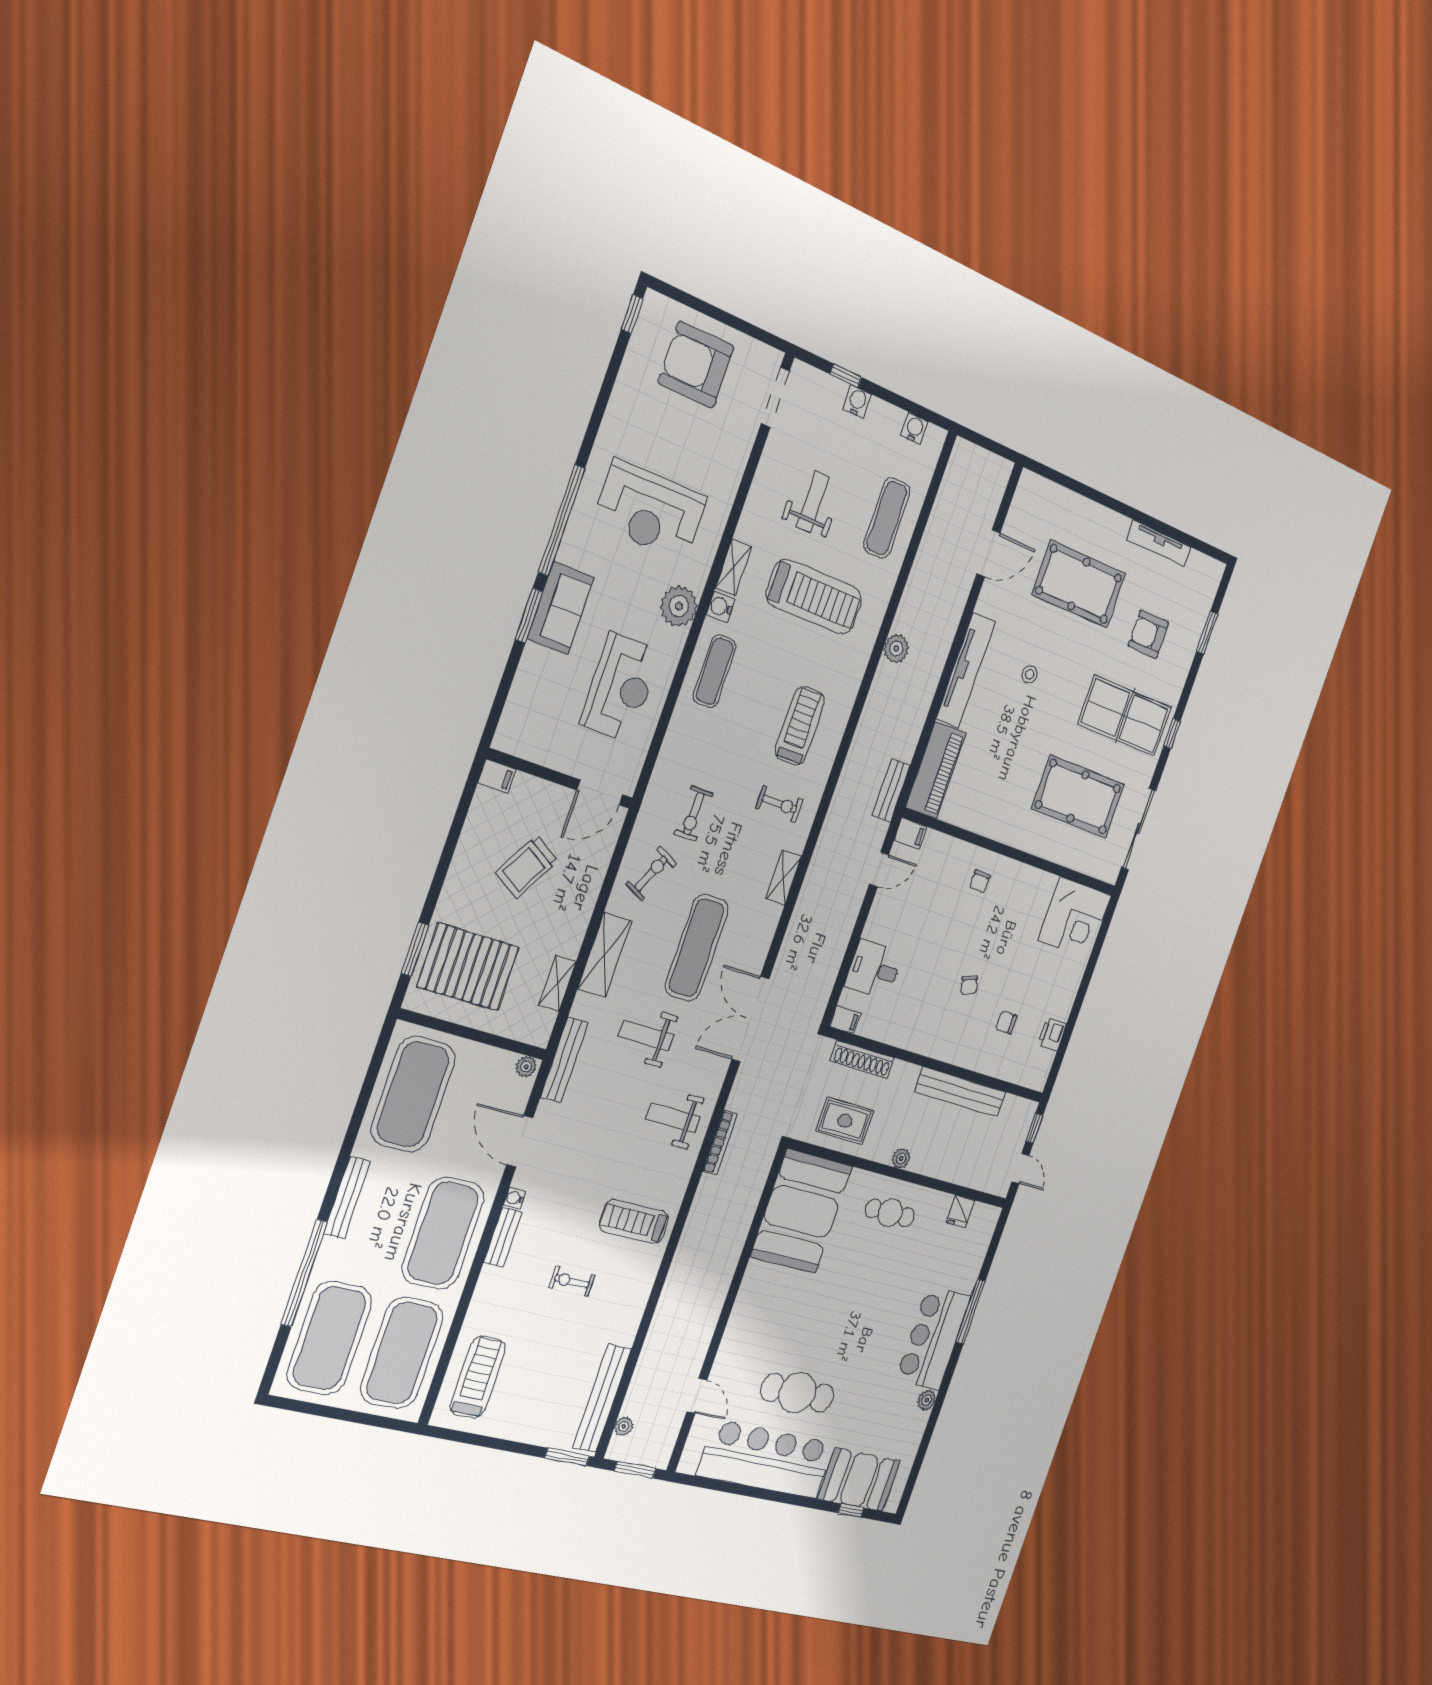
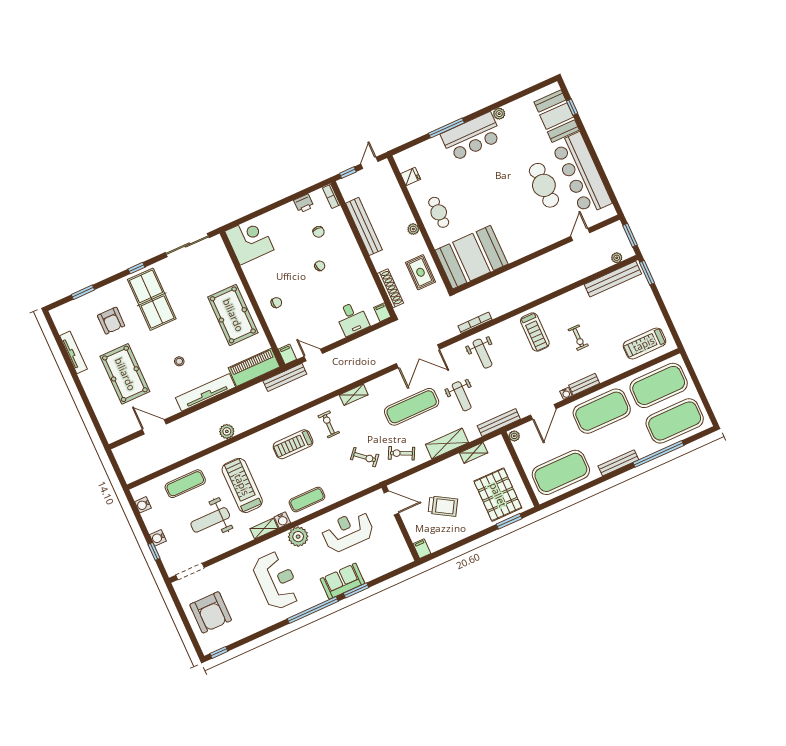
weight bench: (813, 502) -> (210, 520), width x1.36, depth x1.33
bench: (891, 791) -> (285, 377), width x1.36
pool table: (1078, 797) -> (233, 315), moved
exercise bike: (694, 814) -> (365, 457), turned 40
bookcase: (1028, 1080) -> (331, 196), added

